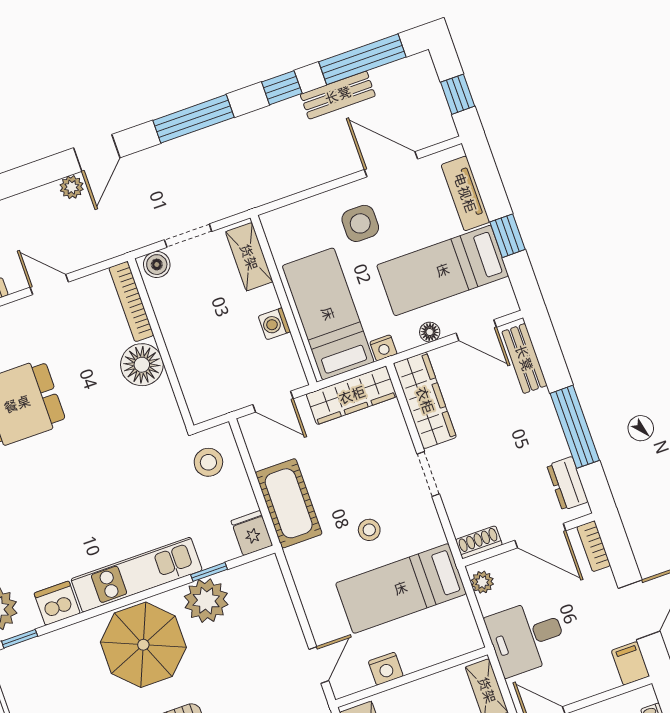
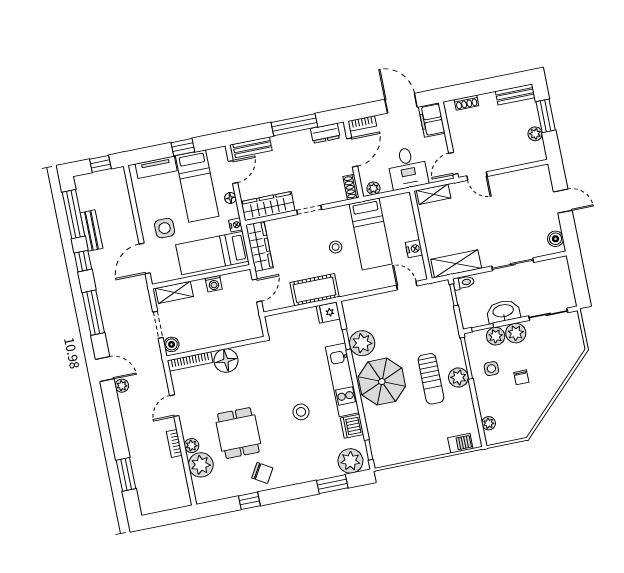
door: (391, 164) -> (145, 259), moved
stool: (208, 462) -> (301, 412), moved
filing cabinet: (630, 663) -> (432, 120), width x2.00

